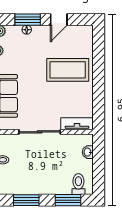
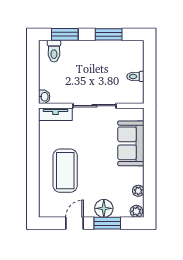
floor lamp: (27, 30) -> (104, 208), width x1.89, depth x1.89
coffee table: (68, 70) -> (65, 171), turned 90
washbasin: (88, 152) -> (44, 97), moved

